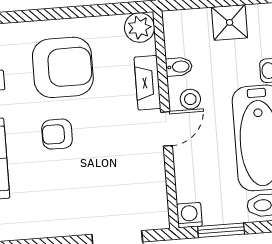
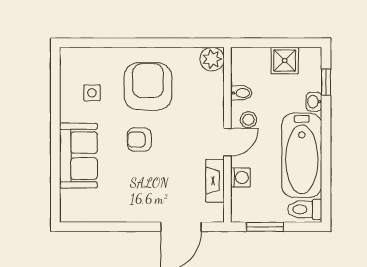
armchair: (63, 67) -> (148, 86), turned -90
fireplace: (148, 83) -> (215, 181), moved
washing machine: (189, 215) -> (240, 177), moved, turned 90

